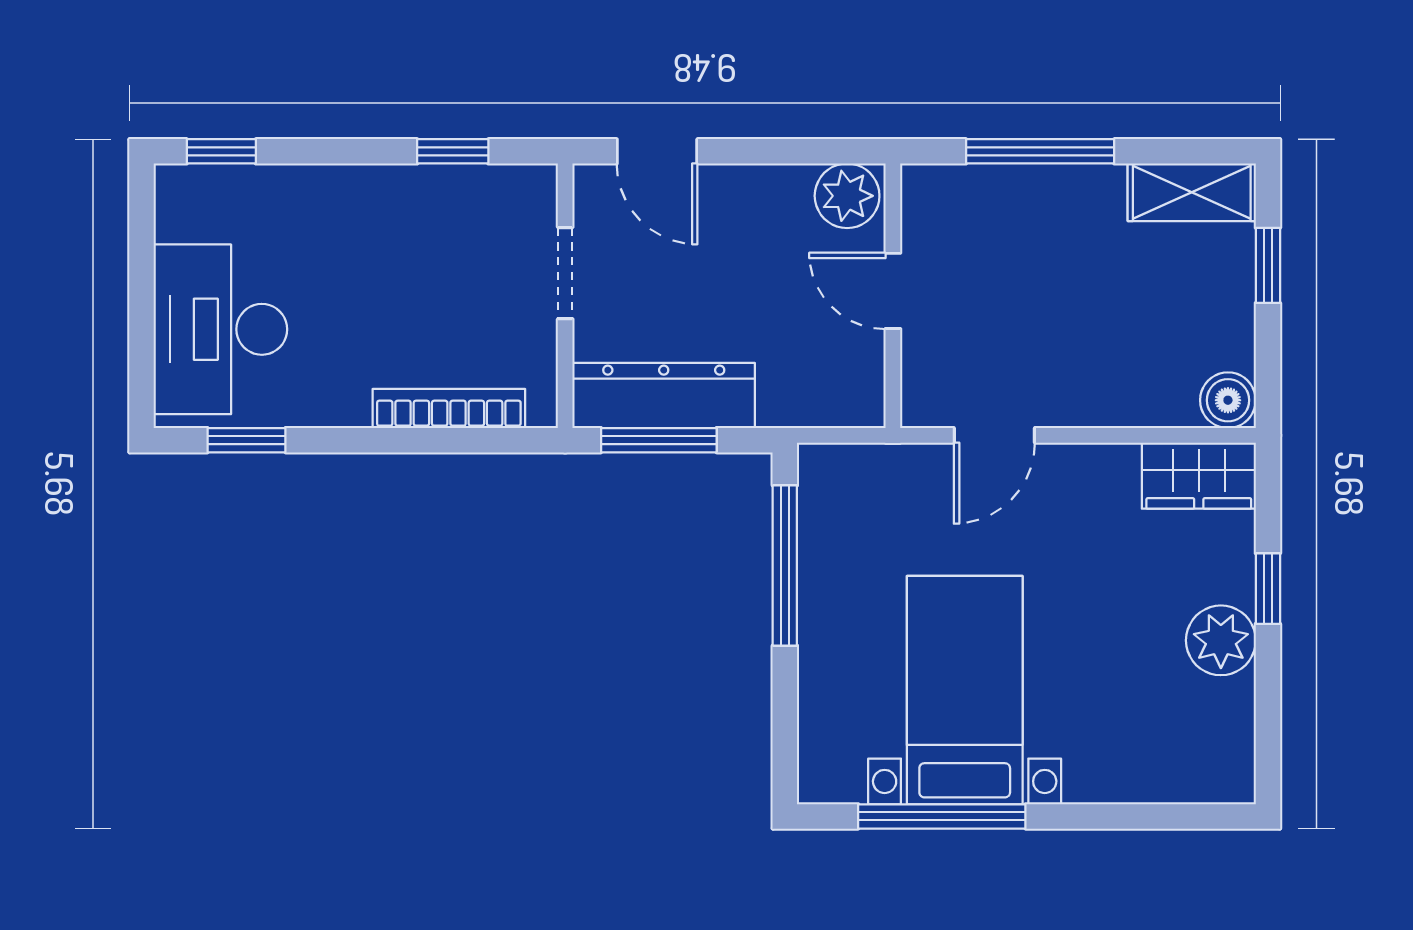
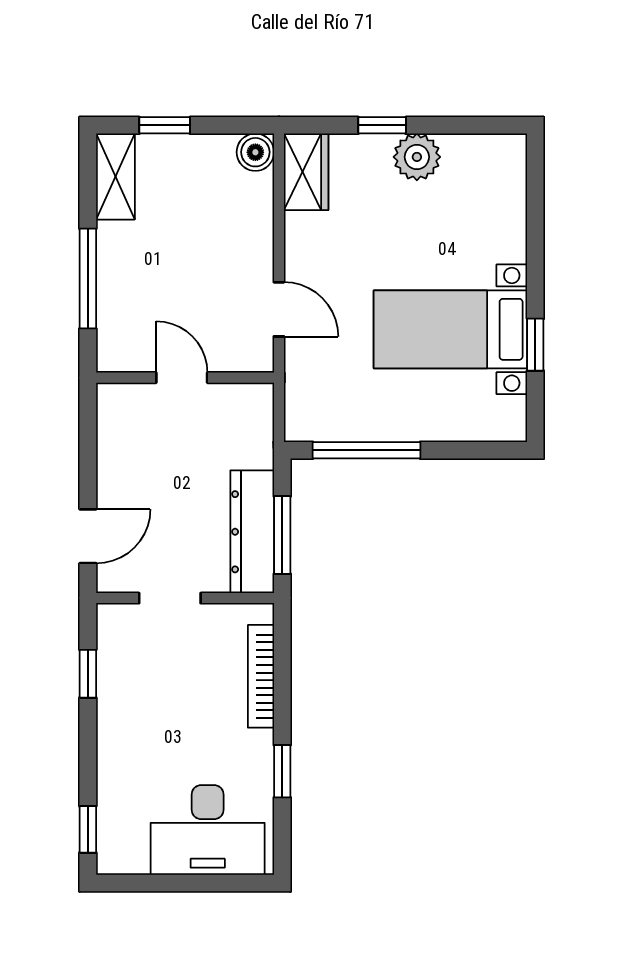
plant: (847, 196) -> (118, 408), removed
door: (893, 291) -> (182, 378), swing flipped
window: (246, 440) -> (282, 771), moved
window: (942, 816) -> (535, 345), width x0.46

